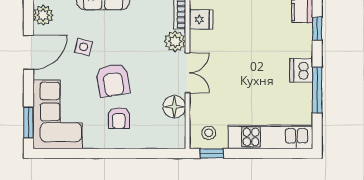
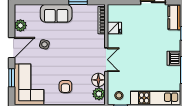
plant: (175, 41) -> (99, 94), moved
armchair: (113, 80) -> (62, 64), removed
window: (28, 123) -> (12, 78), moved

